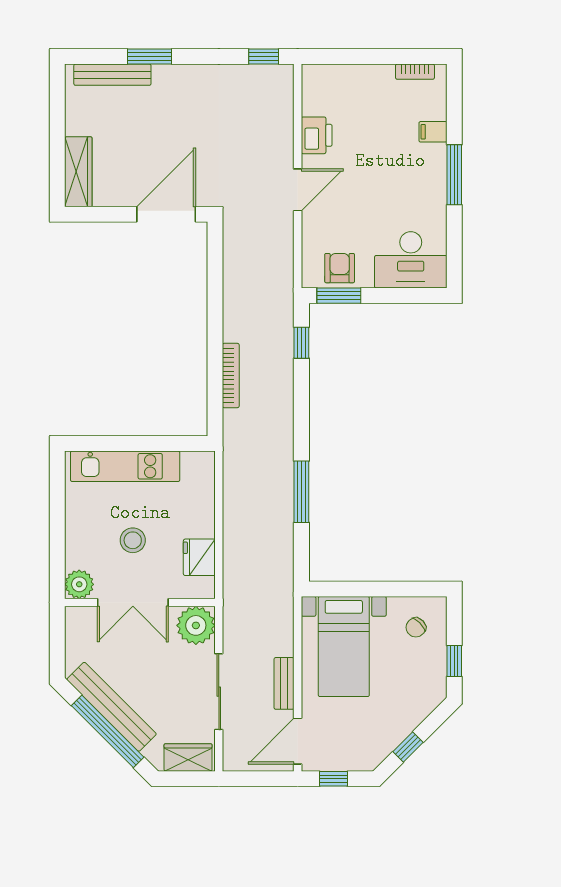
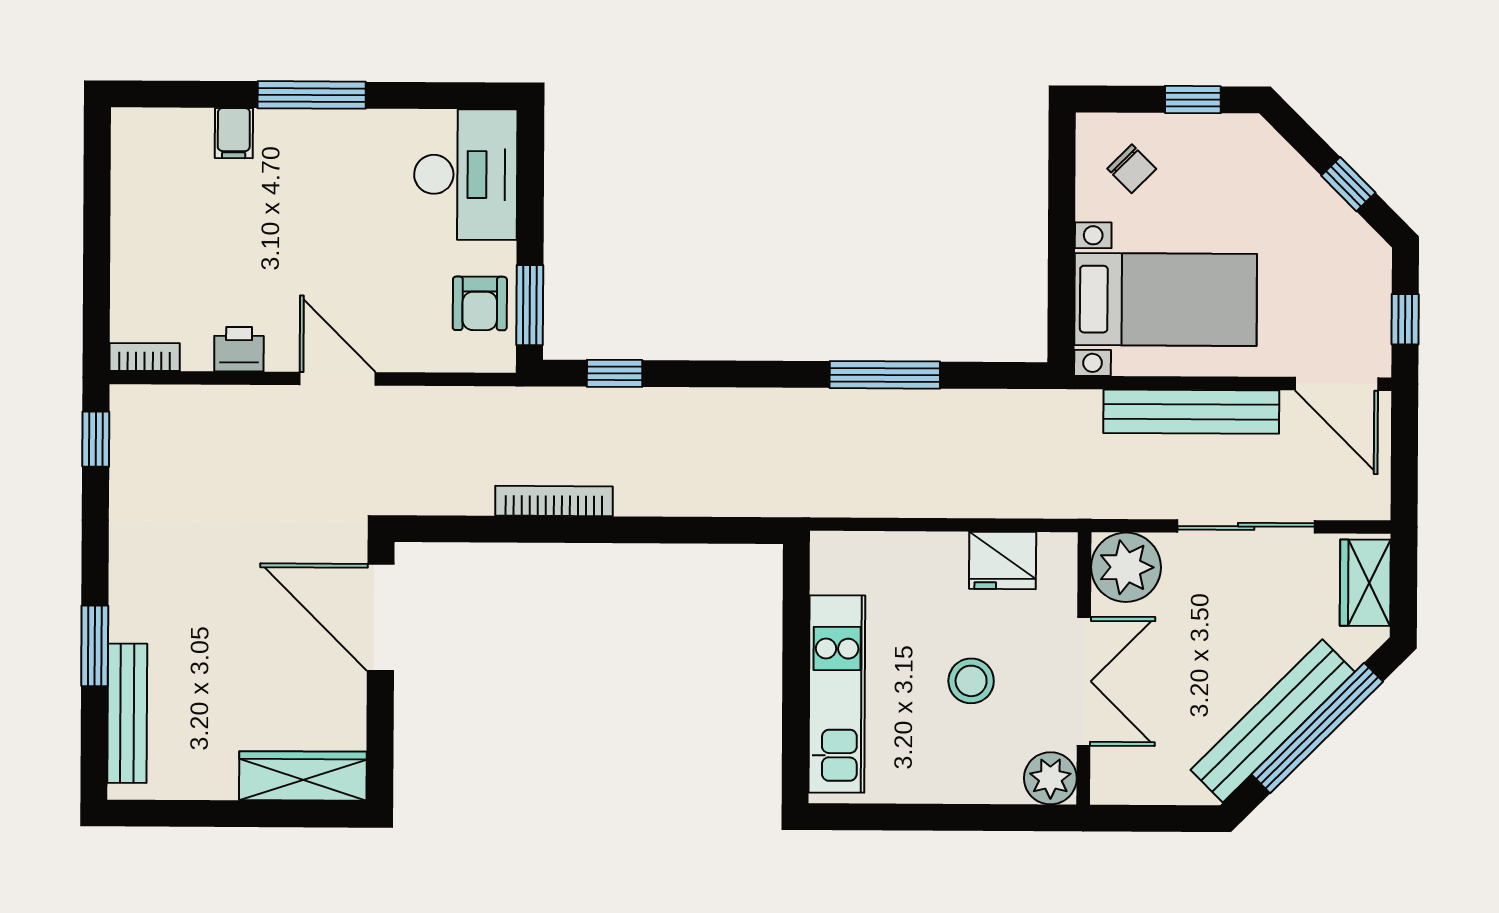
bookcase: (415, 72) -> (145, 357), moved, turned -90
printer: (317, 135) -> (239, 349), width x0.73, depth x0.81
armchair: (340, 268) -> (480, 303), turned -90
bookcase: (231, 375) -> (554, 501), moved
bench: (284, 683) -> (1191, 412), width x1.86, depth x1.21

